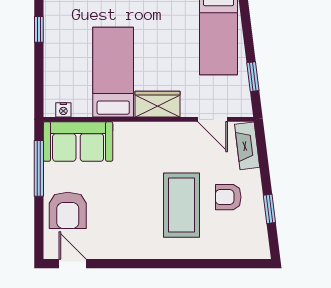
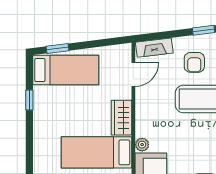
window: (253, 77) -> (58, 48), moved
plant: (123, 130) -> (142, 145), added

